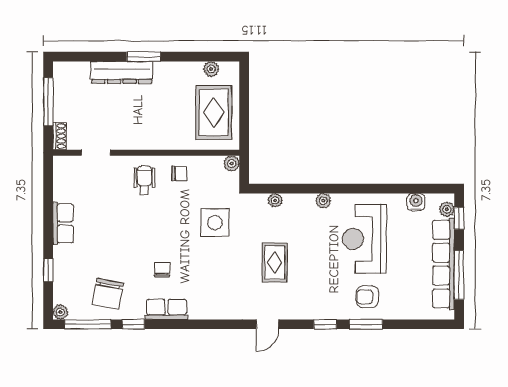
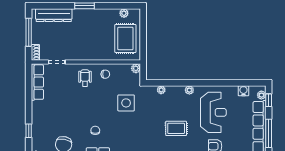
dresser: (122, 72) -> (54, 15), moved
row of seats: (63, 223) -> (37, 82), moved, width x1.48
reception desk: (364, 239) -> (213, 112), turned 180
rug: (275, 263) -> (176, 128), moved, turned 90

